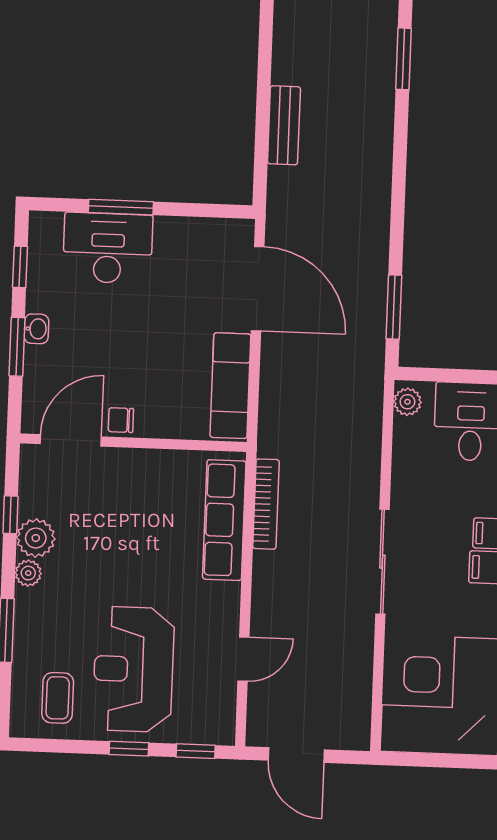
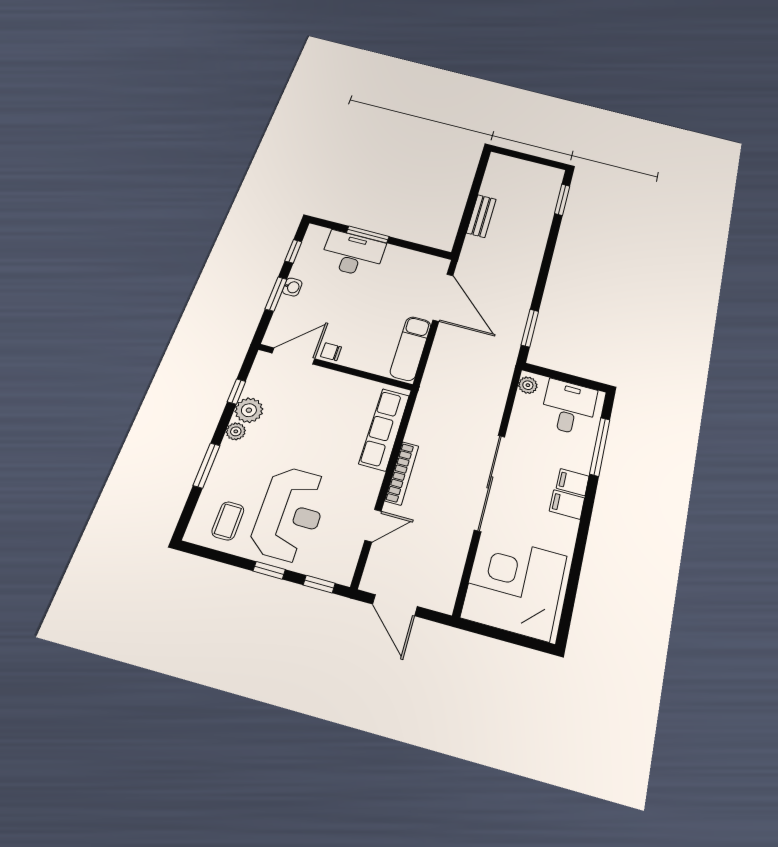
bookcase: (266, 504) -> (402, 473), moved
sliding door: (382, 562) -> (490, 482), width x1.36
reception desk: (133, 669) -> (290, 514), turned 180

